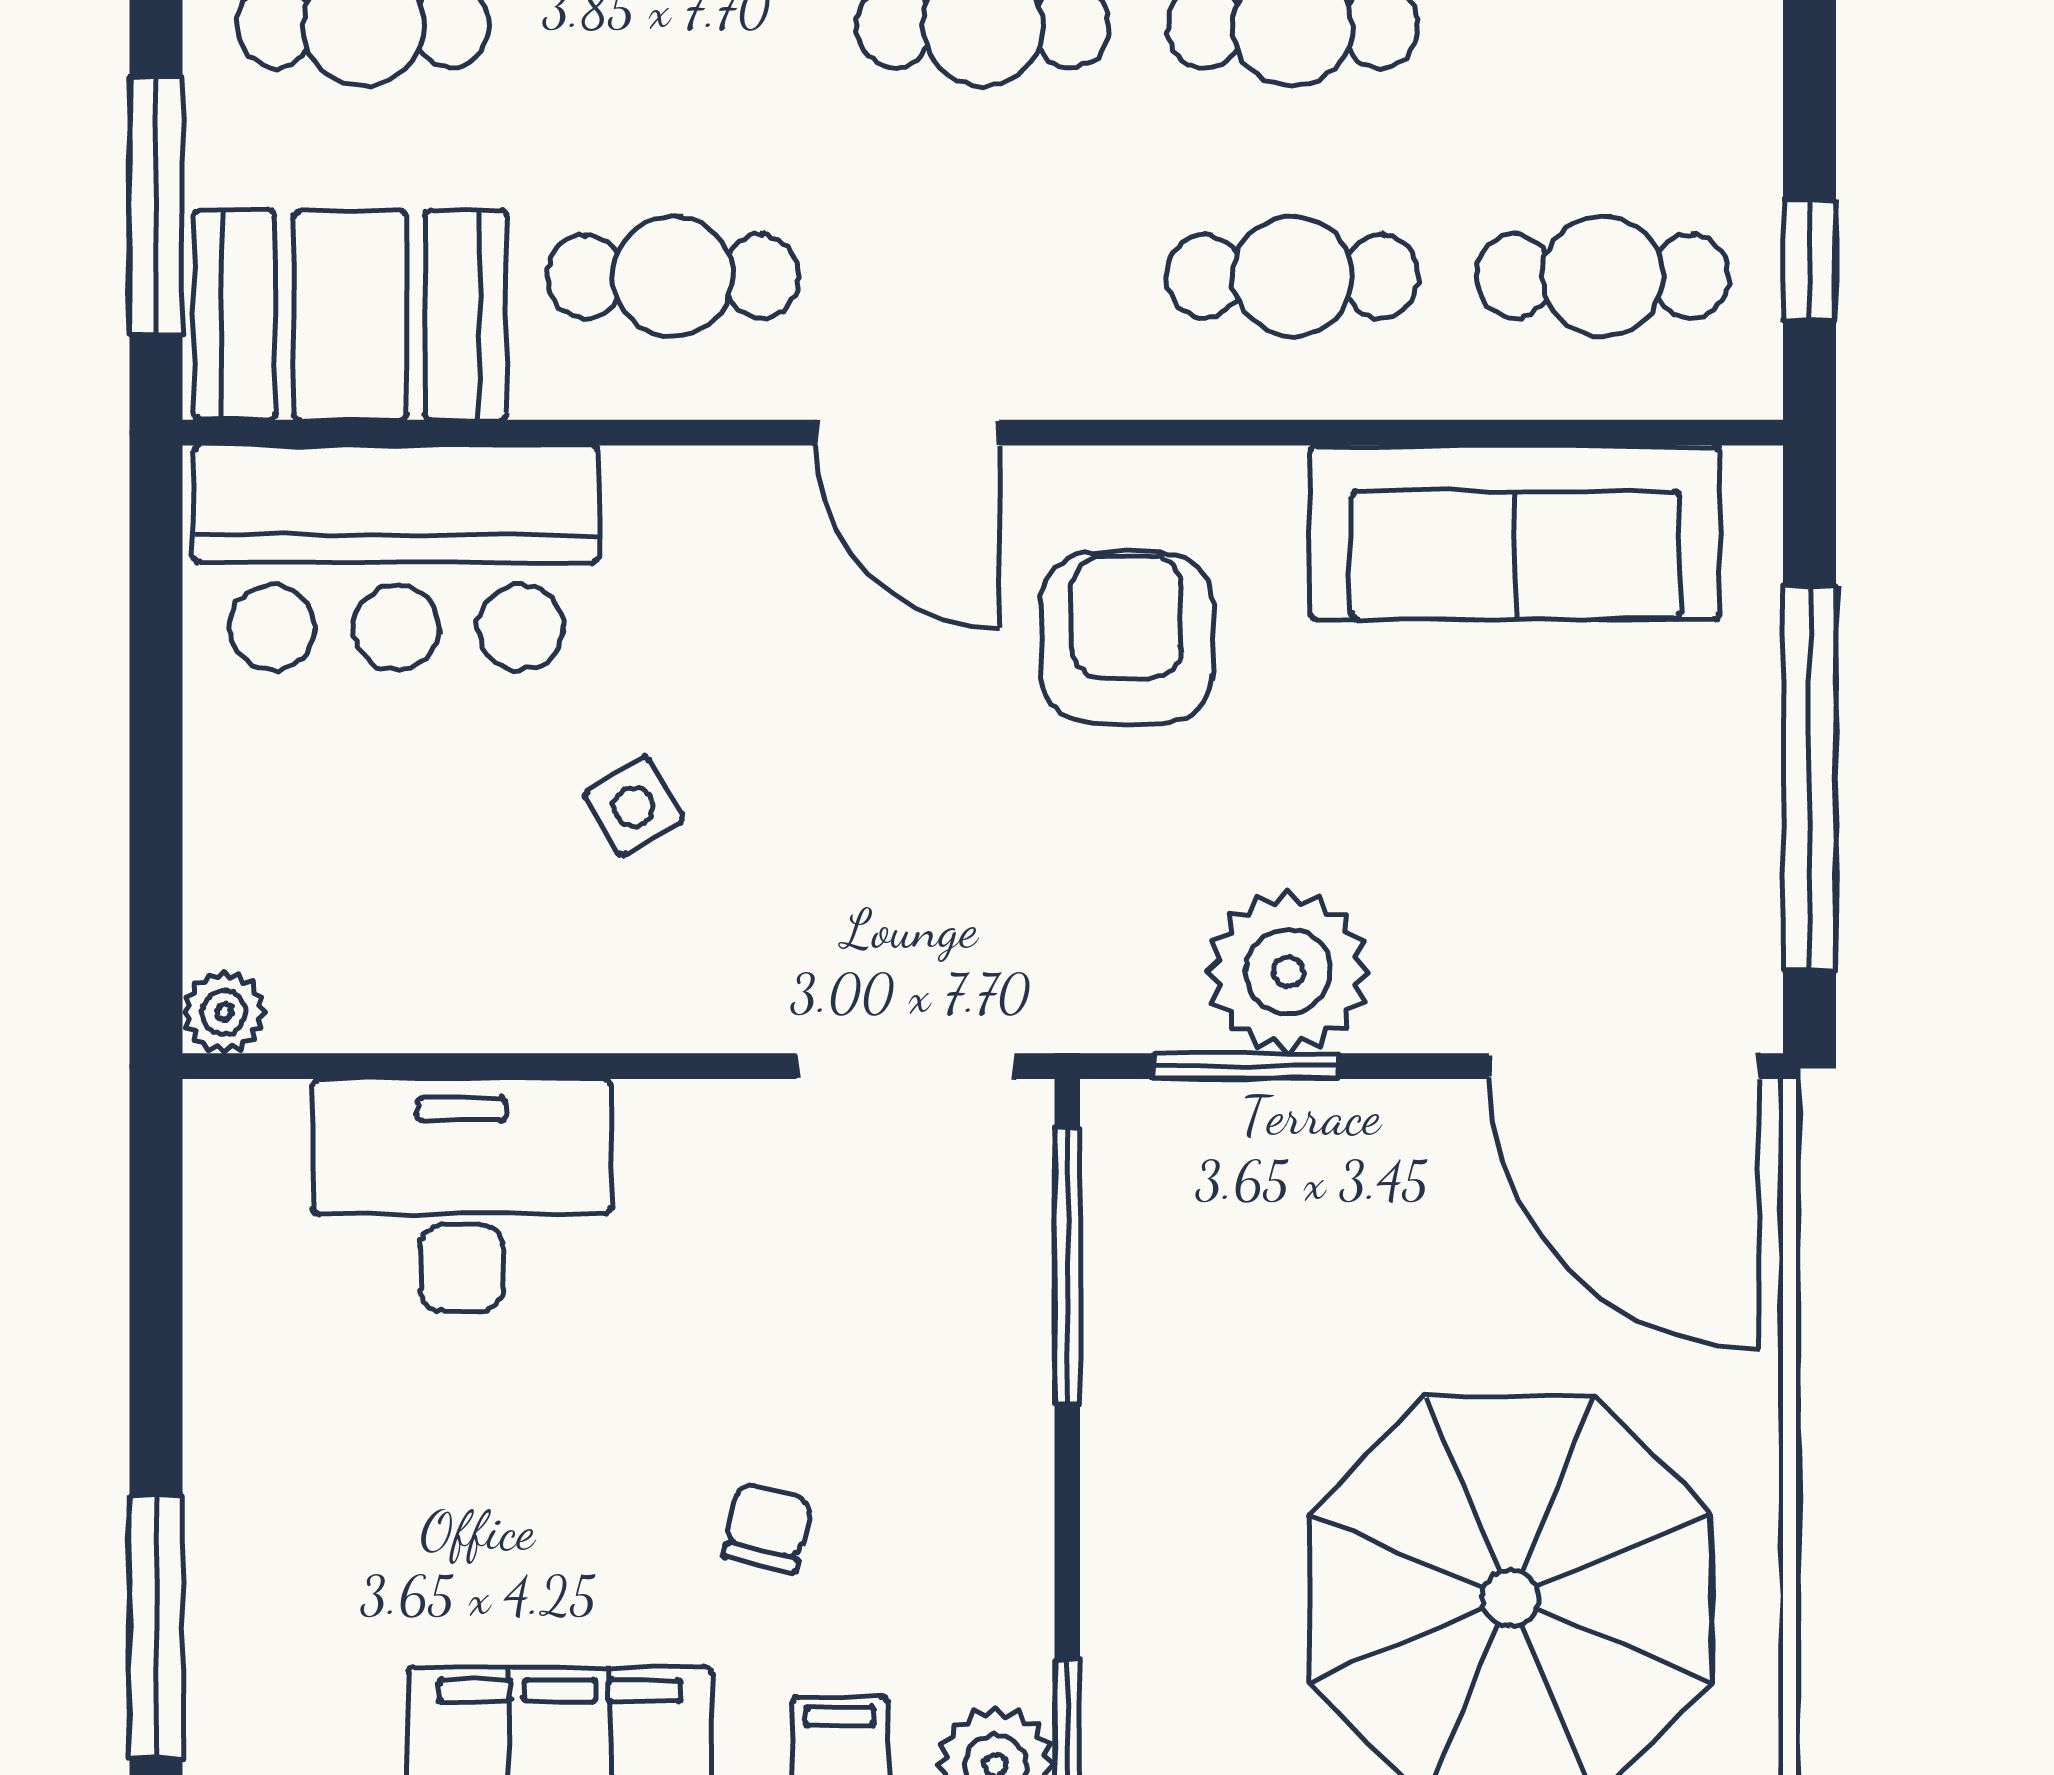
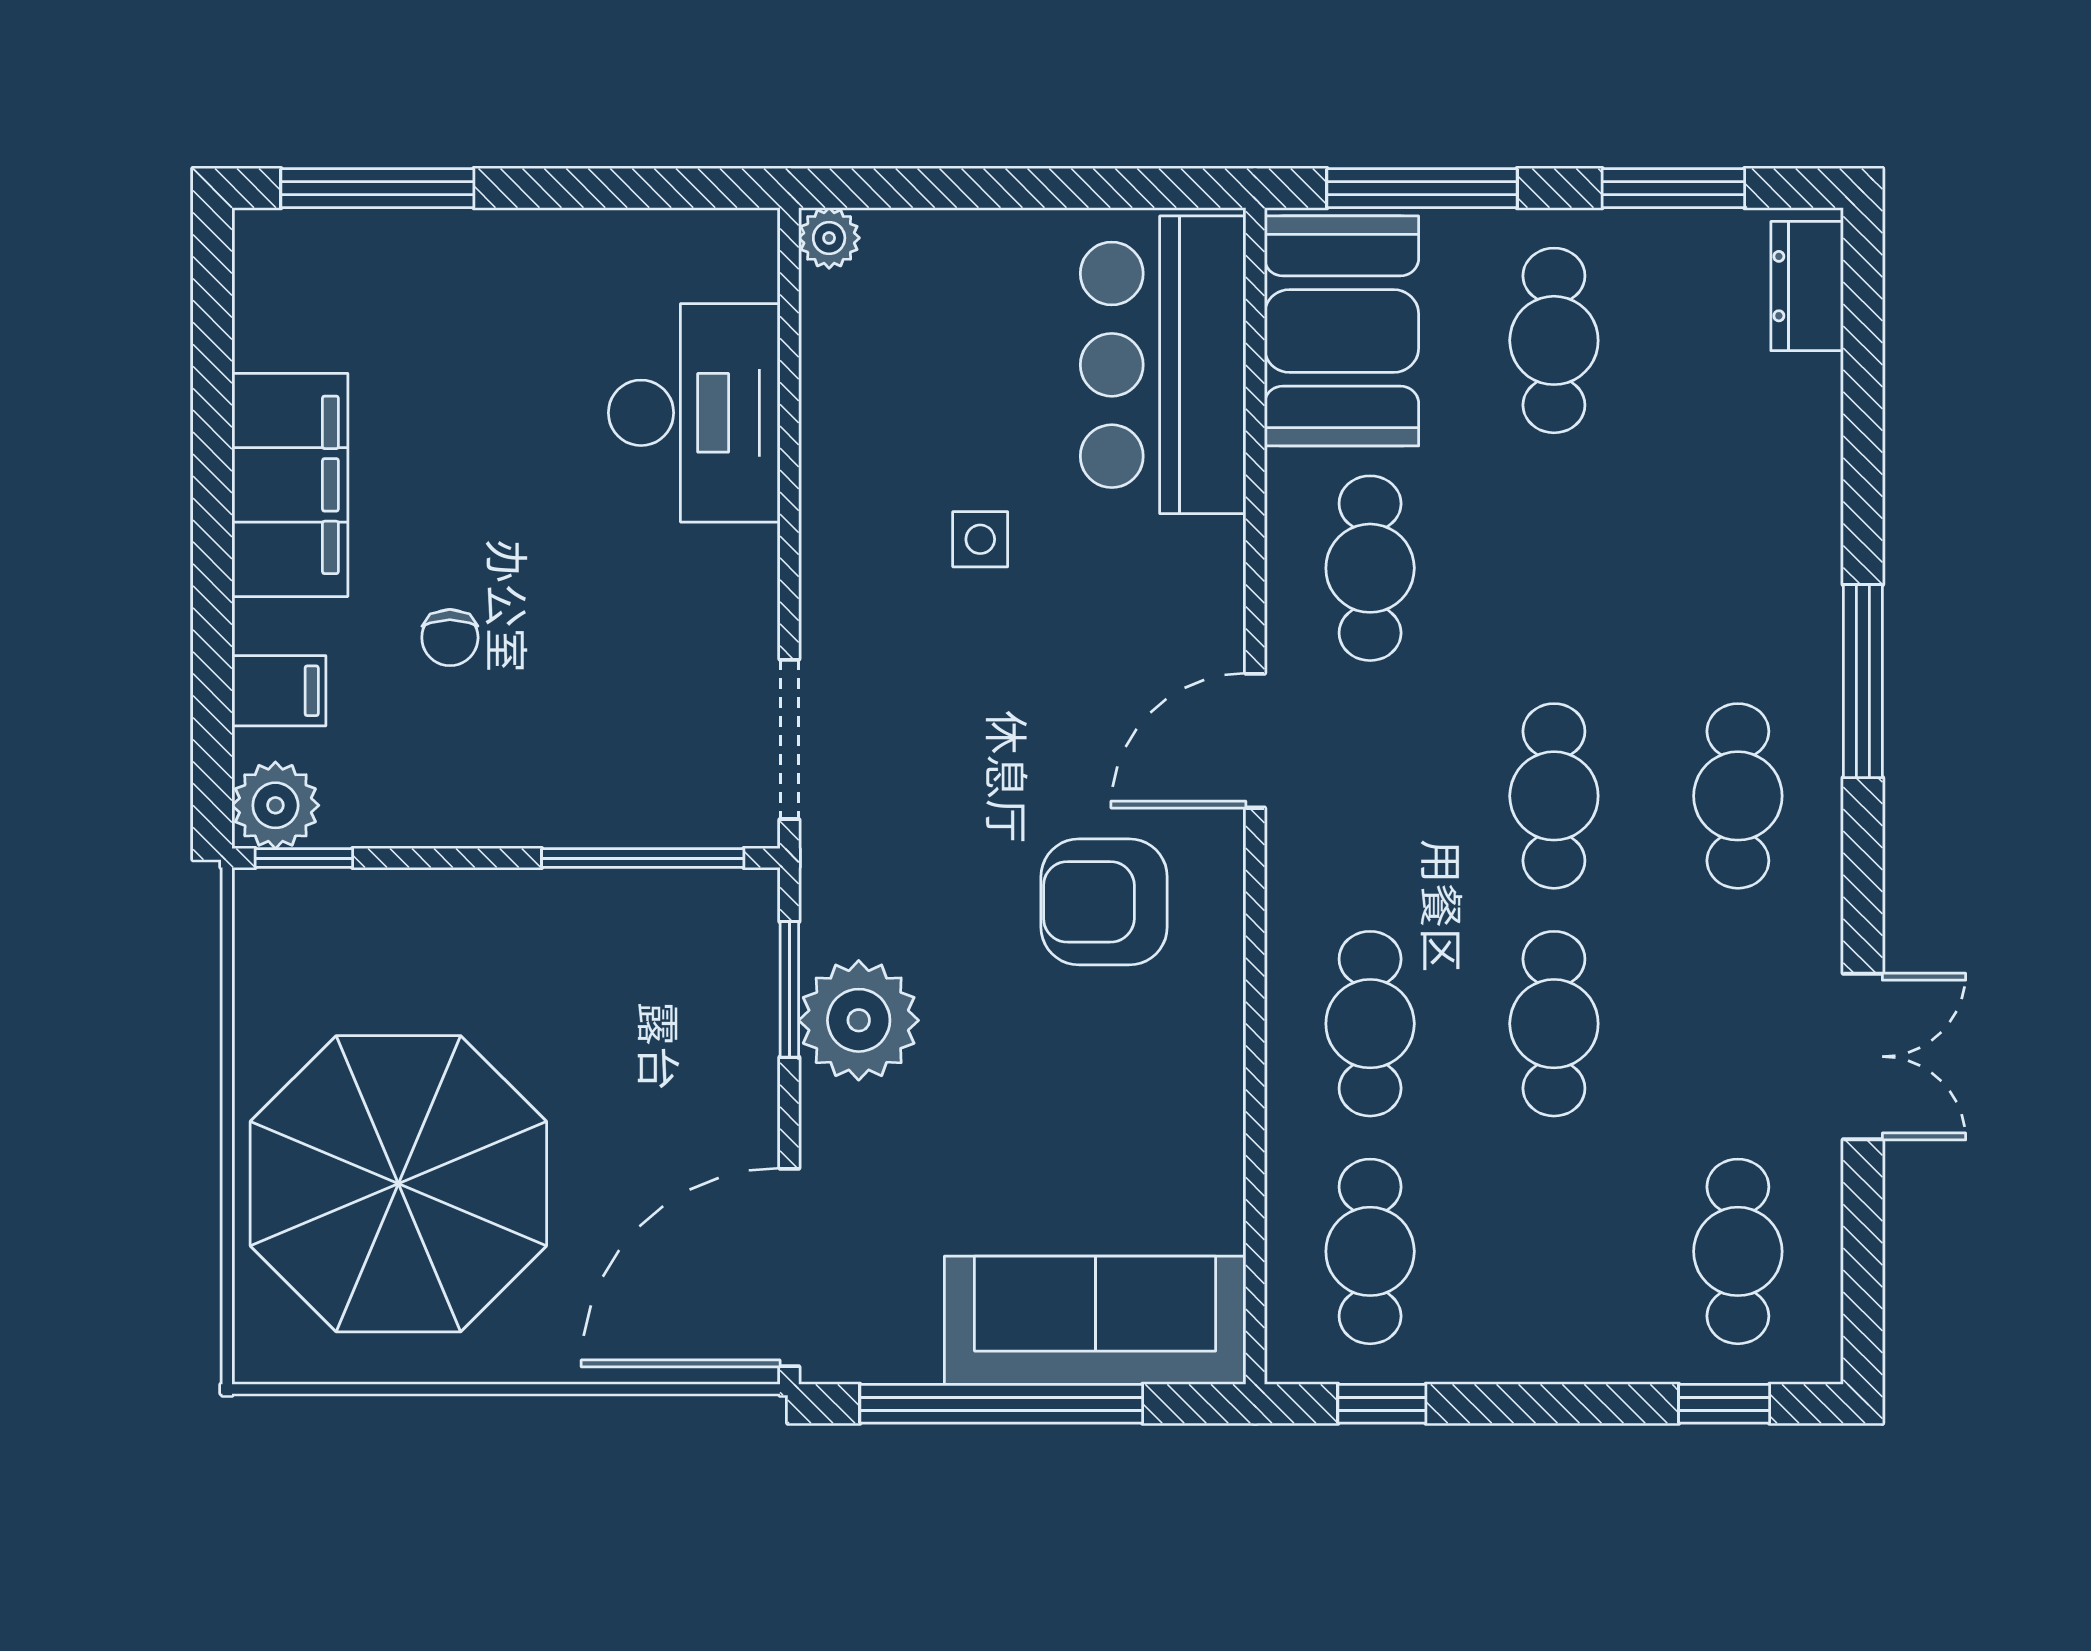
sofa: (1515, 532) -> (1095, 1320), moved, turned 90
armchair: (1127, 638) -> (1104, 902), turned 180
side table: (634, 807) -> (980, 539), turned 31
chair: (767, 1528) -> (450, 638), turned 77

